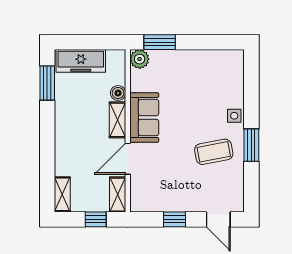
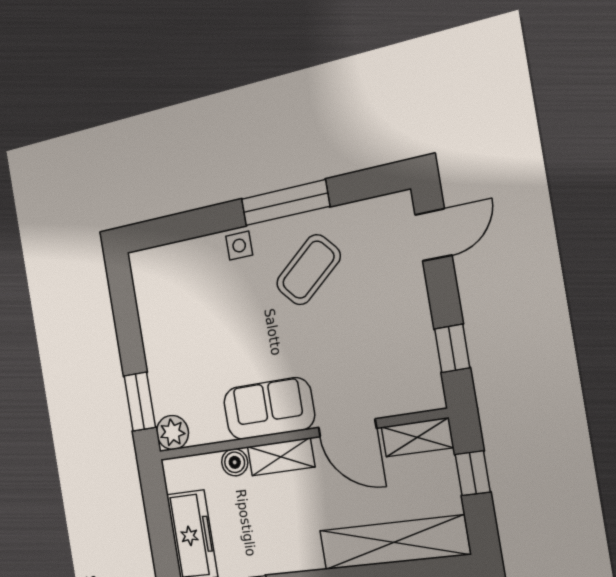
window: (251, 145) -> (285, 203), width x1.44
coffee table: (214, 152) -> (308, 270), turned 60
shelving: (62, 194) -> (394, 543), width x2.20, depth x1.33
window: (174, 219) -> (452, 348), moved

